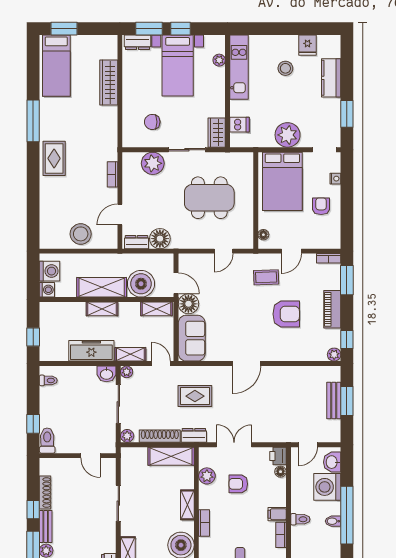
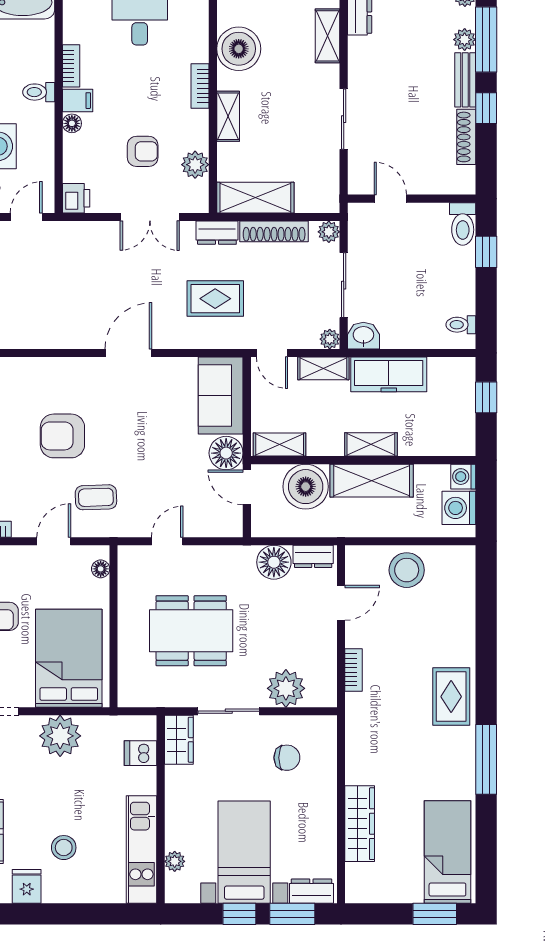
floor lamp: (280, 472) -> (72, 123), moved

